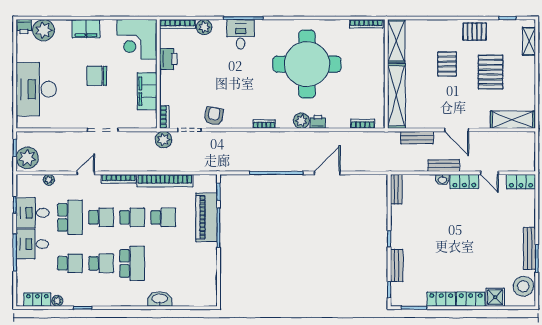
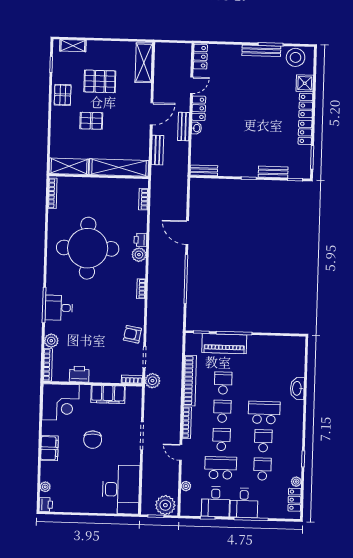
plant: (44, 30) -> (45, 487), width x0.53, depth x0.53
desk: (36, 89) -> (121, 489), moved, turned -90

